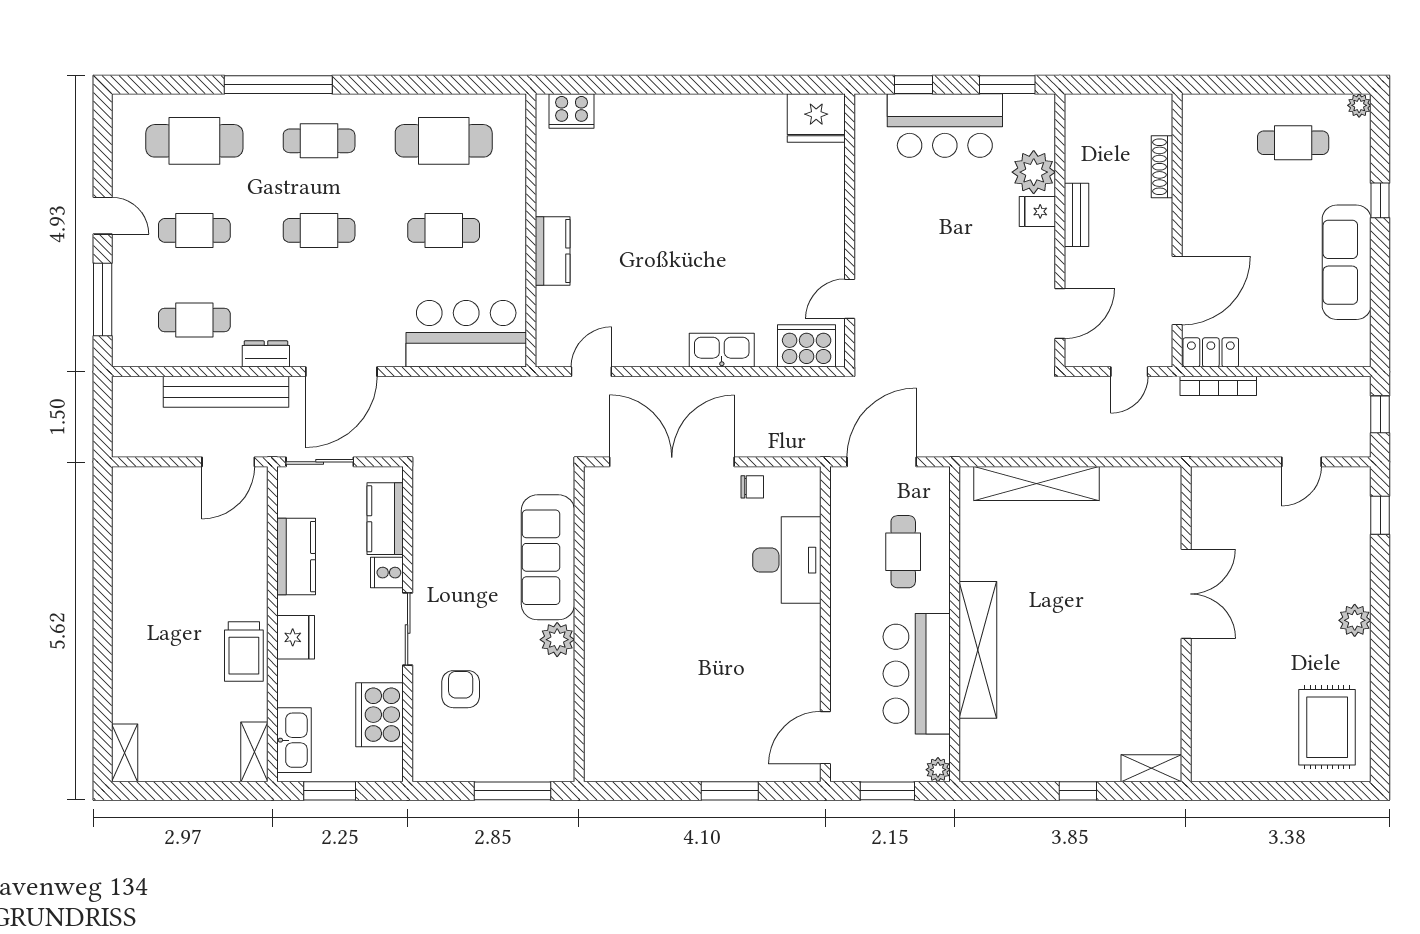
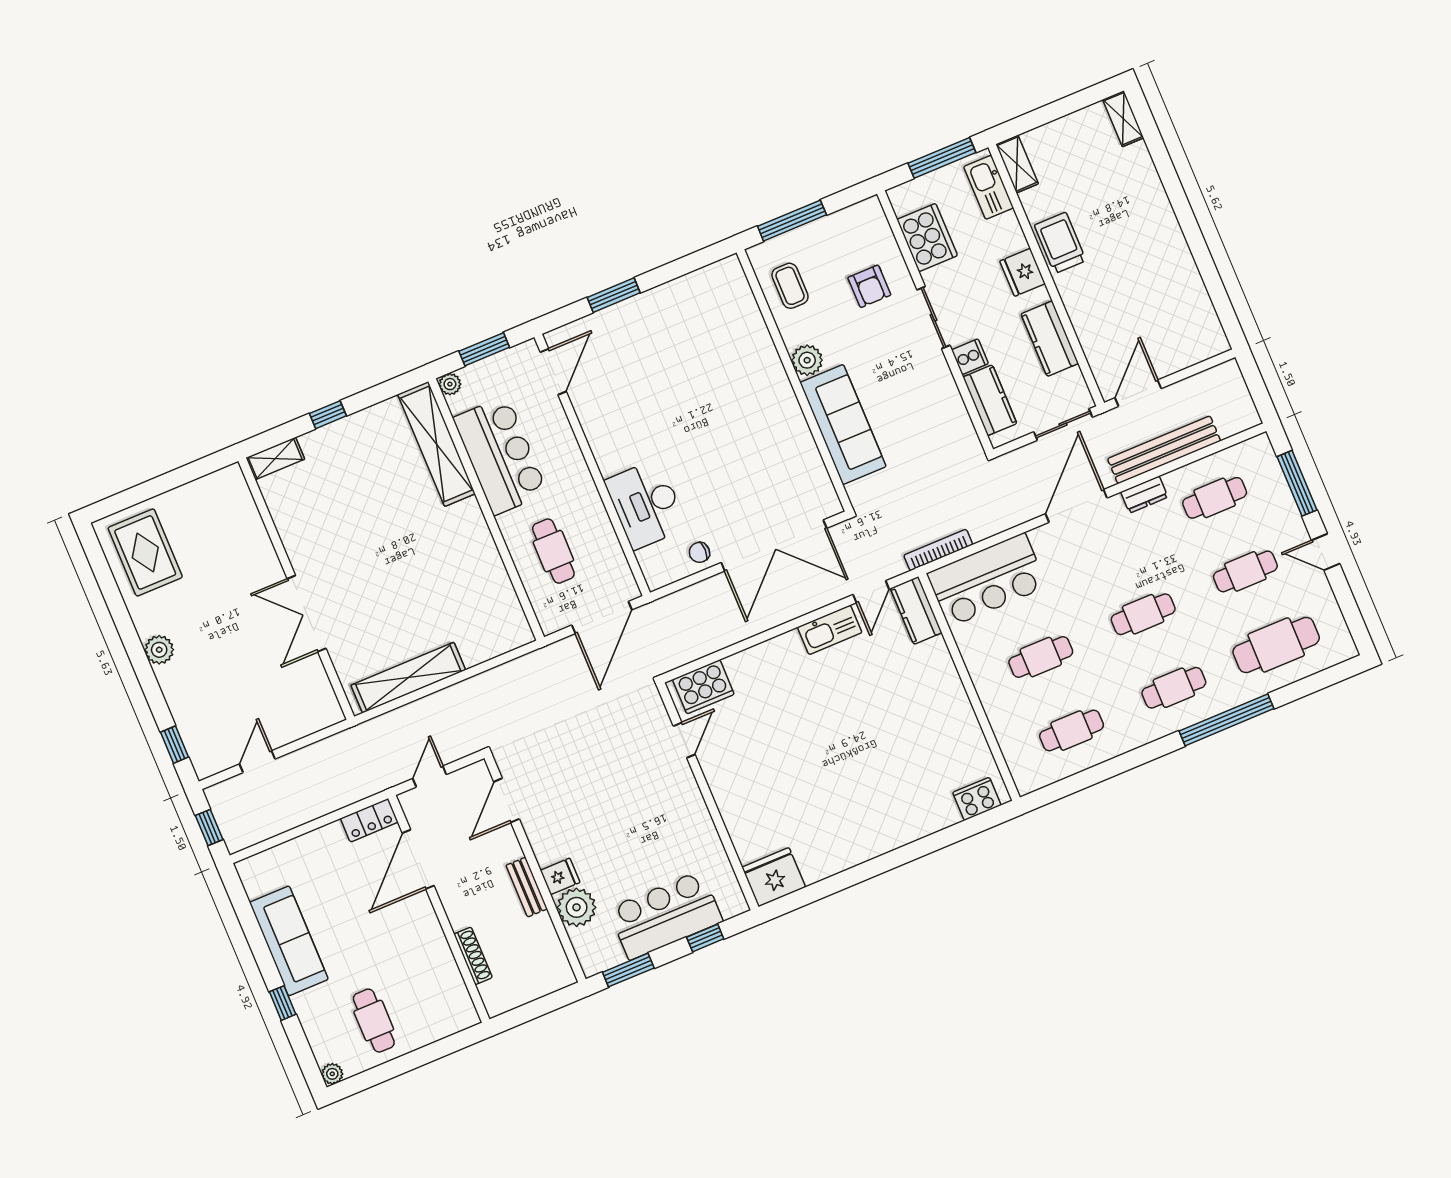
cafe table: (444, 141) -> (1072, 731), width x0.73, depth x0.74
cafe table: (1293, 143) -> (374, 1021), turned 90
kitchen counter: (553, 251) -> (916, 610), moved
kitchen sink: (722, 350) -> (830, 630), moved
bookcase: (1218, 386) -> (938, 550), moved
shelving: (1036, 483) -> (408, 678), moved
shelving: (978, 650) -> (436, 444), moved
coffee table: (543, 724) -> (790, 286), added
window: (330, 791) -> (942, 158), width x1.44

